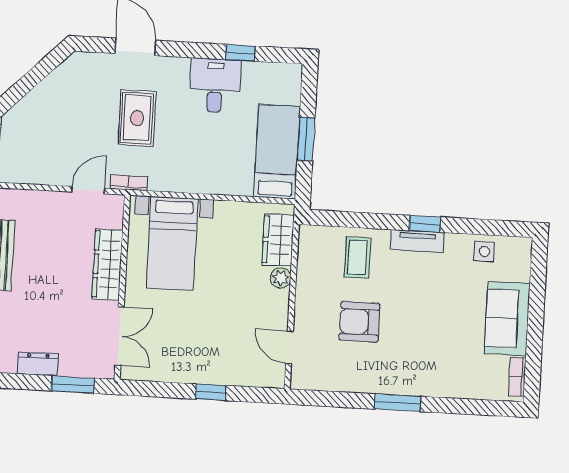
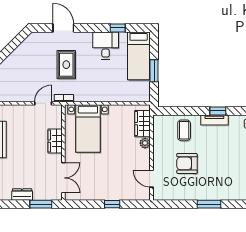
bed: (277, 152) -> (139, 56), moved, turned 180
wardrobe: (107, 264) -> (55, 141), width x0.67

